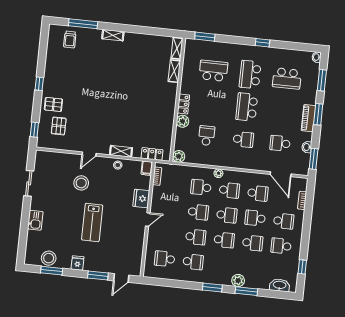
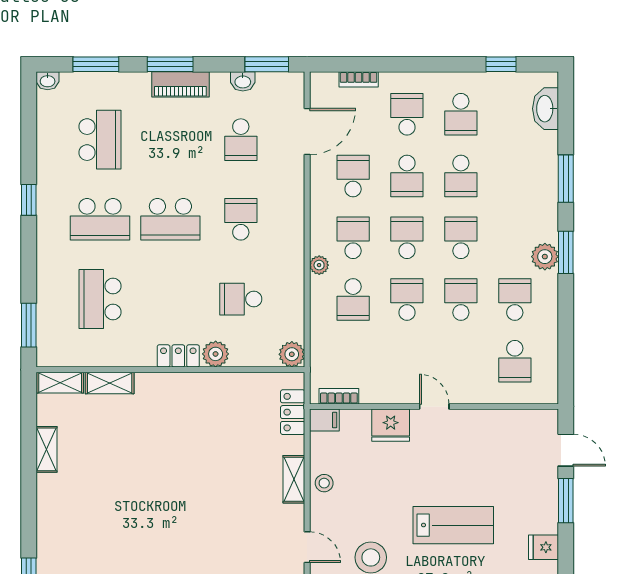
shelving: (113, 35) -> (47, 449), moved
school desk: (253, 243) -> (461, 176), turned 180
plant: (238, 281) -> (545, 257), moved

